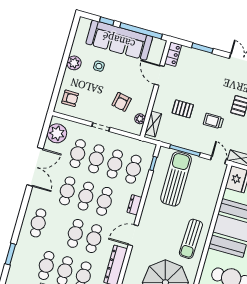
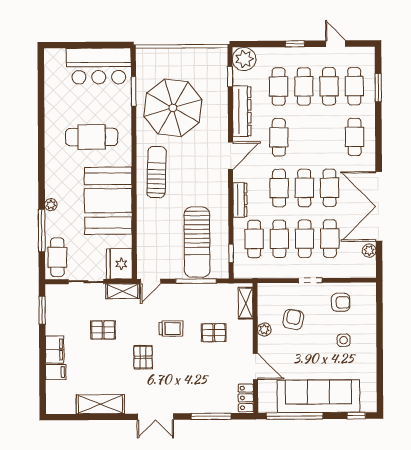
window: (107, 21) -> (356, 416), moved
window: (202, 48) -> (211, 416), width x1.44
plant: (74, 63) -> (367, 351), removed
side table: (99, 66) -> (344, 340), moved
armchair: (70, 98) -> (341, 302), moved, turned 180
plant: (140, 119) -> (264, 329), moved
plant: (57, 133) -> (369, 251), width x0.53, depth x0.53
door: (218, 160) -> (151, 281), hinge flipped
double door: (35, 167) -> (379, 206), width x1.36
dresser: (134, 205) -> (240, 200), width x1.44
cafe table: (75, 233) -> (354, 86), moved

